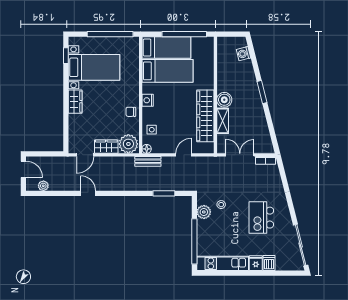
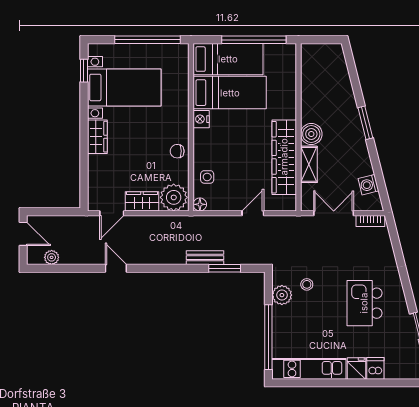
washing machine: (244, 54) -> (368, 185), moved
nightstand: (148, 100) -> (201, 119), moved
bench: (148, 161) -> (205, 258), moved

